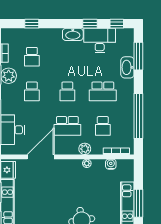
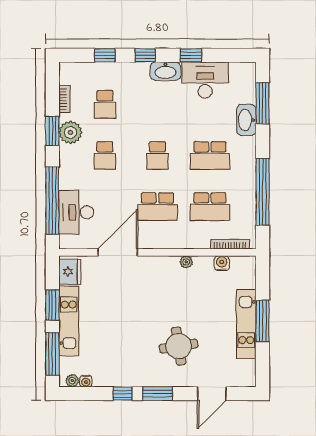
window: (117, 24) -> (145, 55), moved
school desk: (103, 126) -> (210, 207), width x1.85
plant: (85, 149) -> (183, 241), removed

